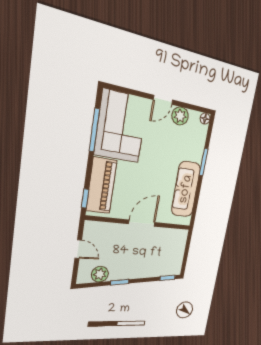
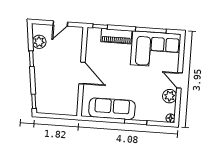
piano: (101, 186) -> (116, 36), width x0.73, depth x0.75

